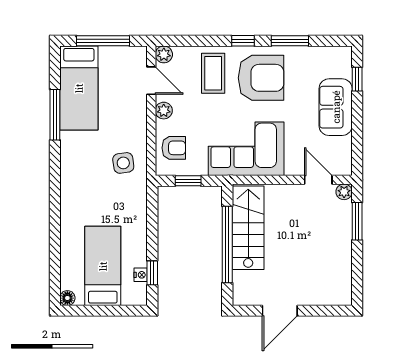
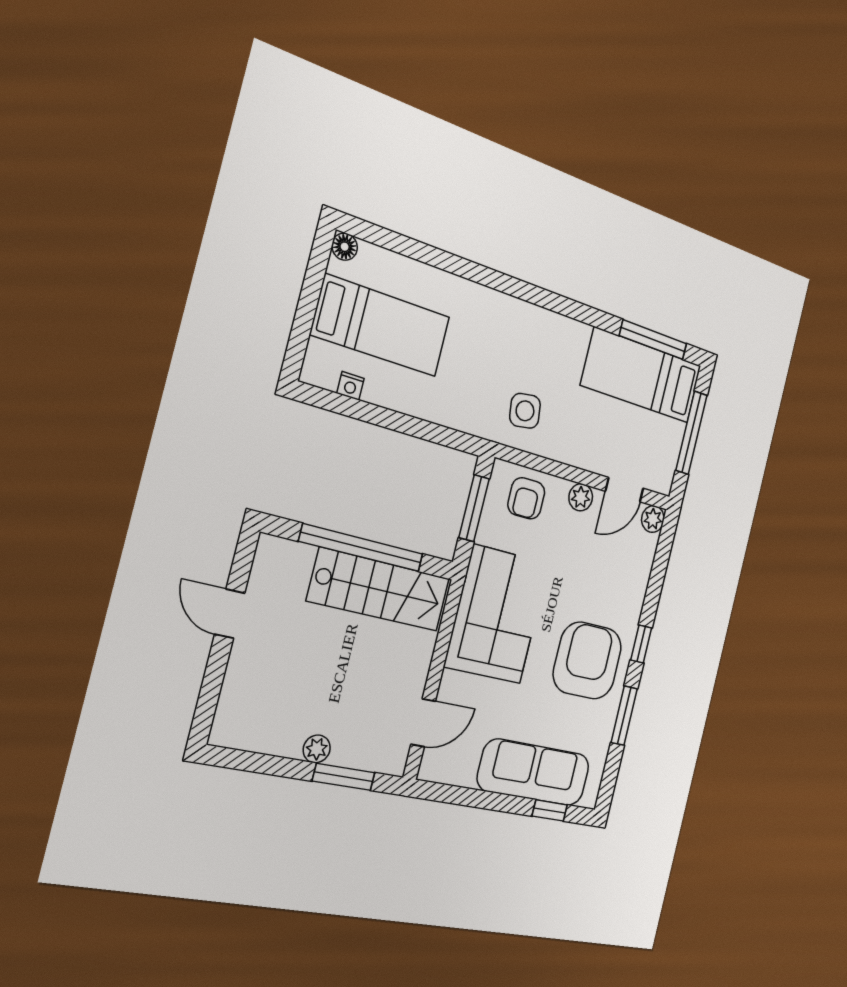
coffee table: (213, 73) -> (611, 588), removed
armchair: (261, 78) -> (587, 661), turned 180
sofa: (336, 107) -> (534, 772), width x1.36
window: (55, 115) -> (653, 340), moved
window: (188, 181) -> (474, 508), width x1.50
plant: (344, 192) -> (317, 749), moved
window: (152, 273) -> (349, 407), removed
door: (280, 311) -> (230, 614), width x0.73

